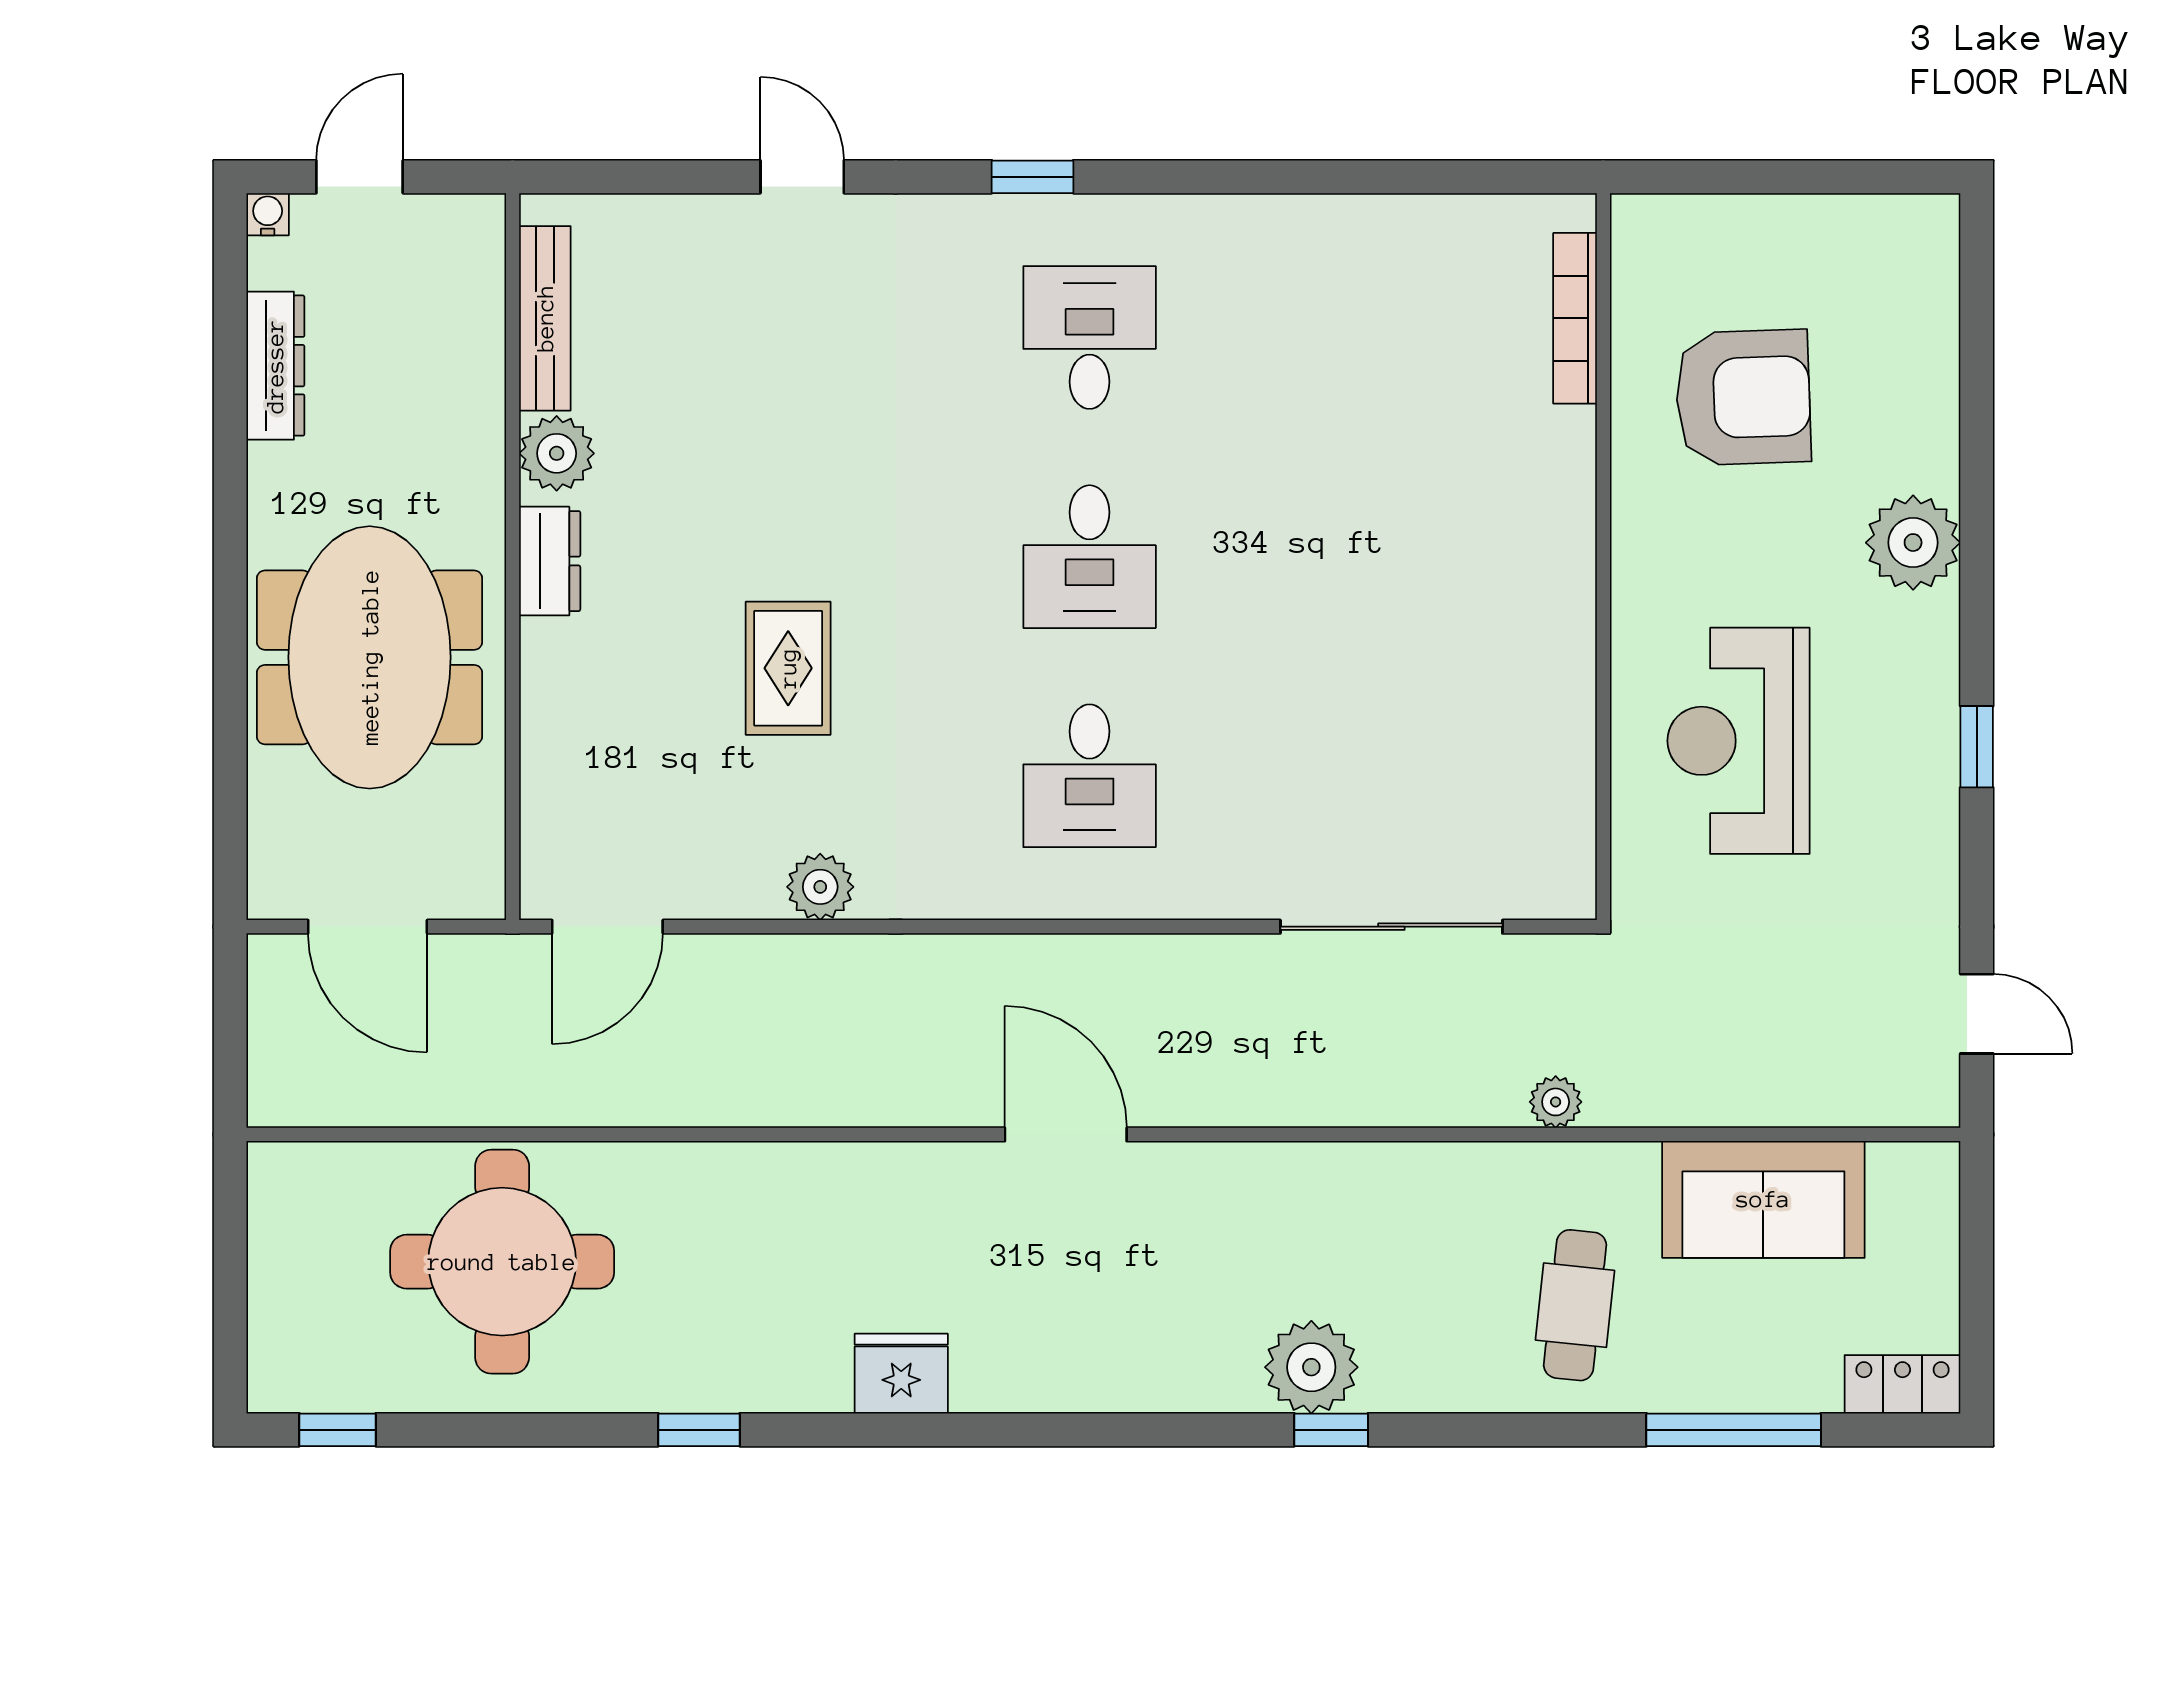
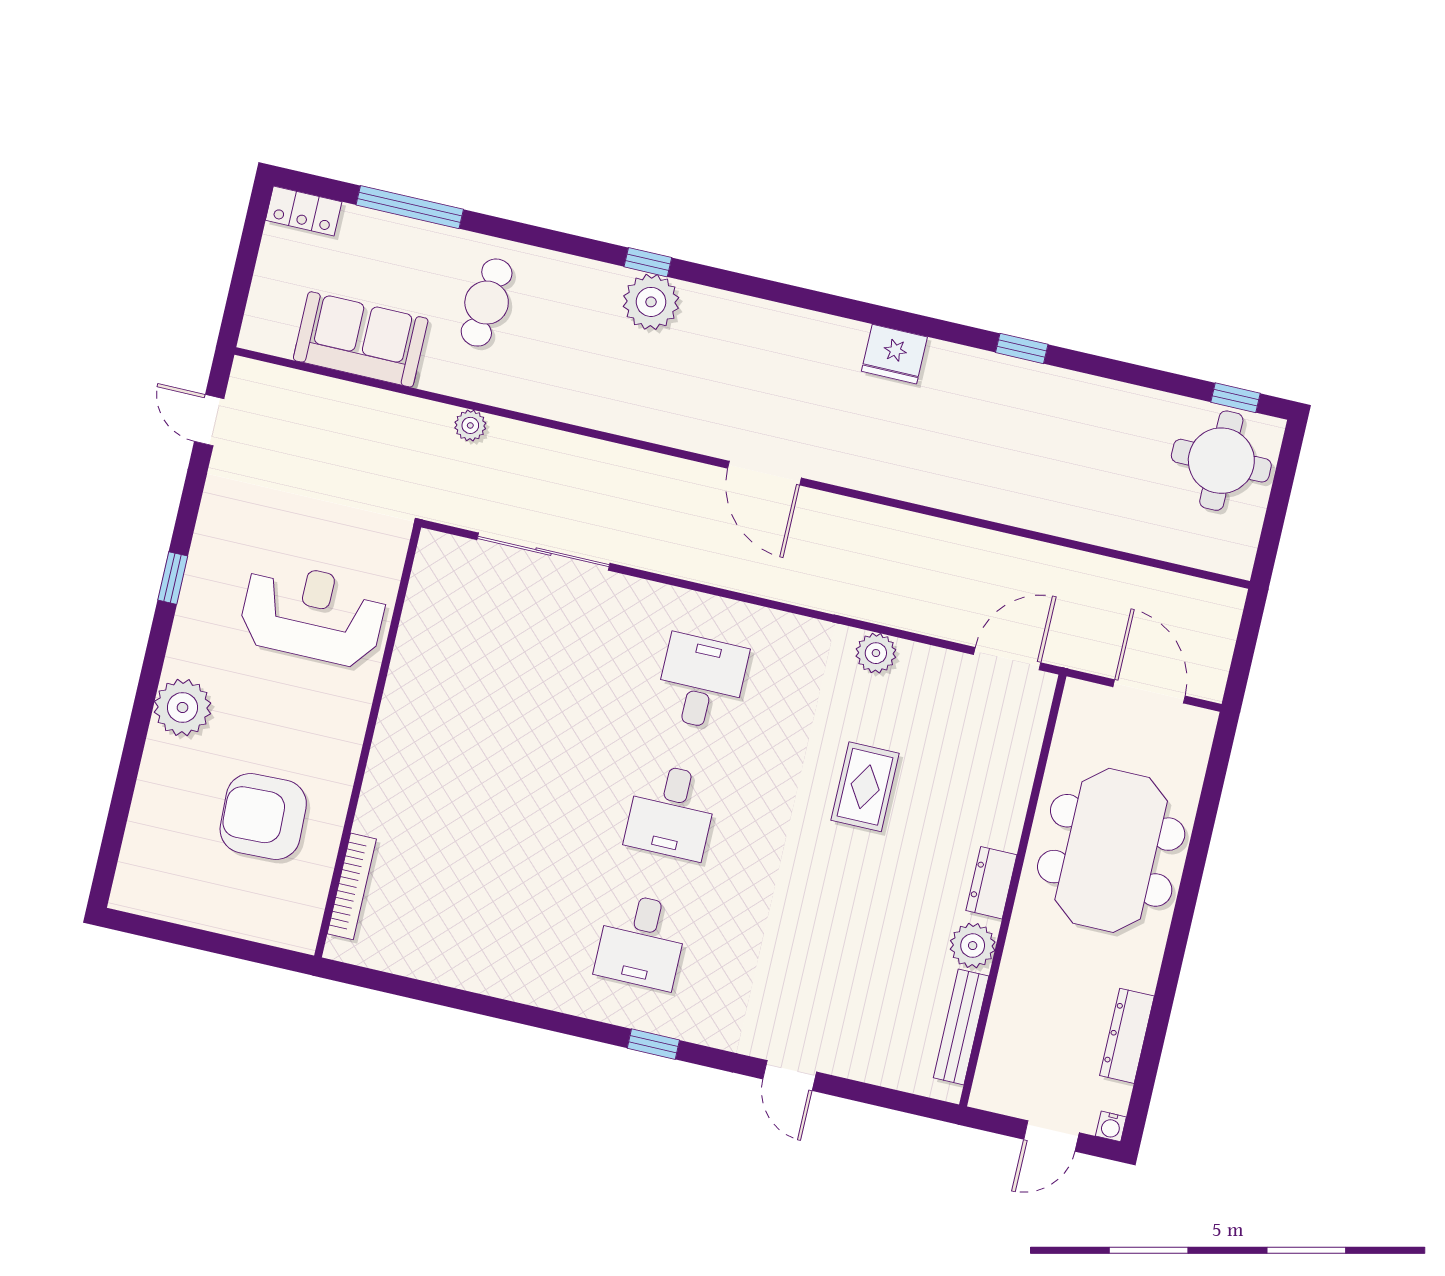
desk: (1090, 557) -> (672, 812), turned 180
reception desk: (1739, 741) -> (313, 614), turned -90
round table: (502, 1262) -> (1221, 461), moved, width x0.73, depth x0.73

